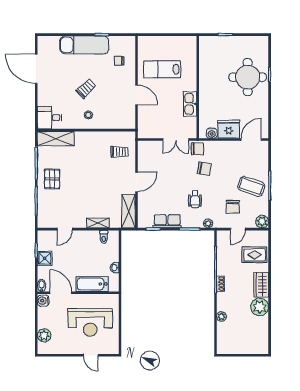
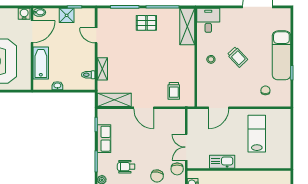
door: (136, 95) -> (219, 108), moved

